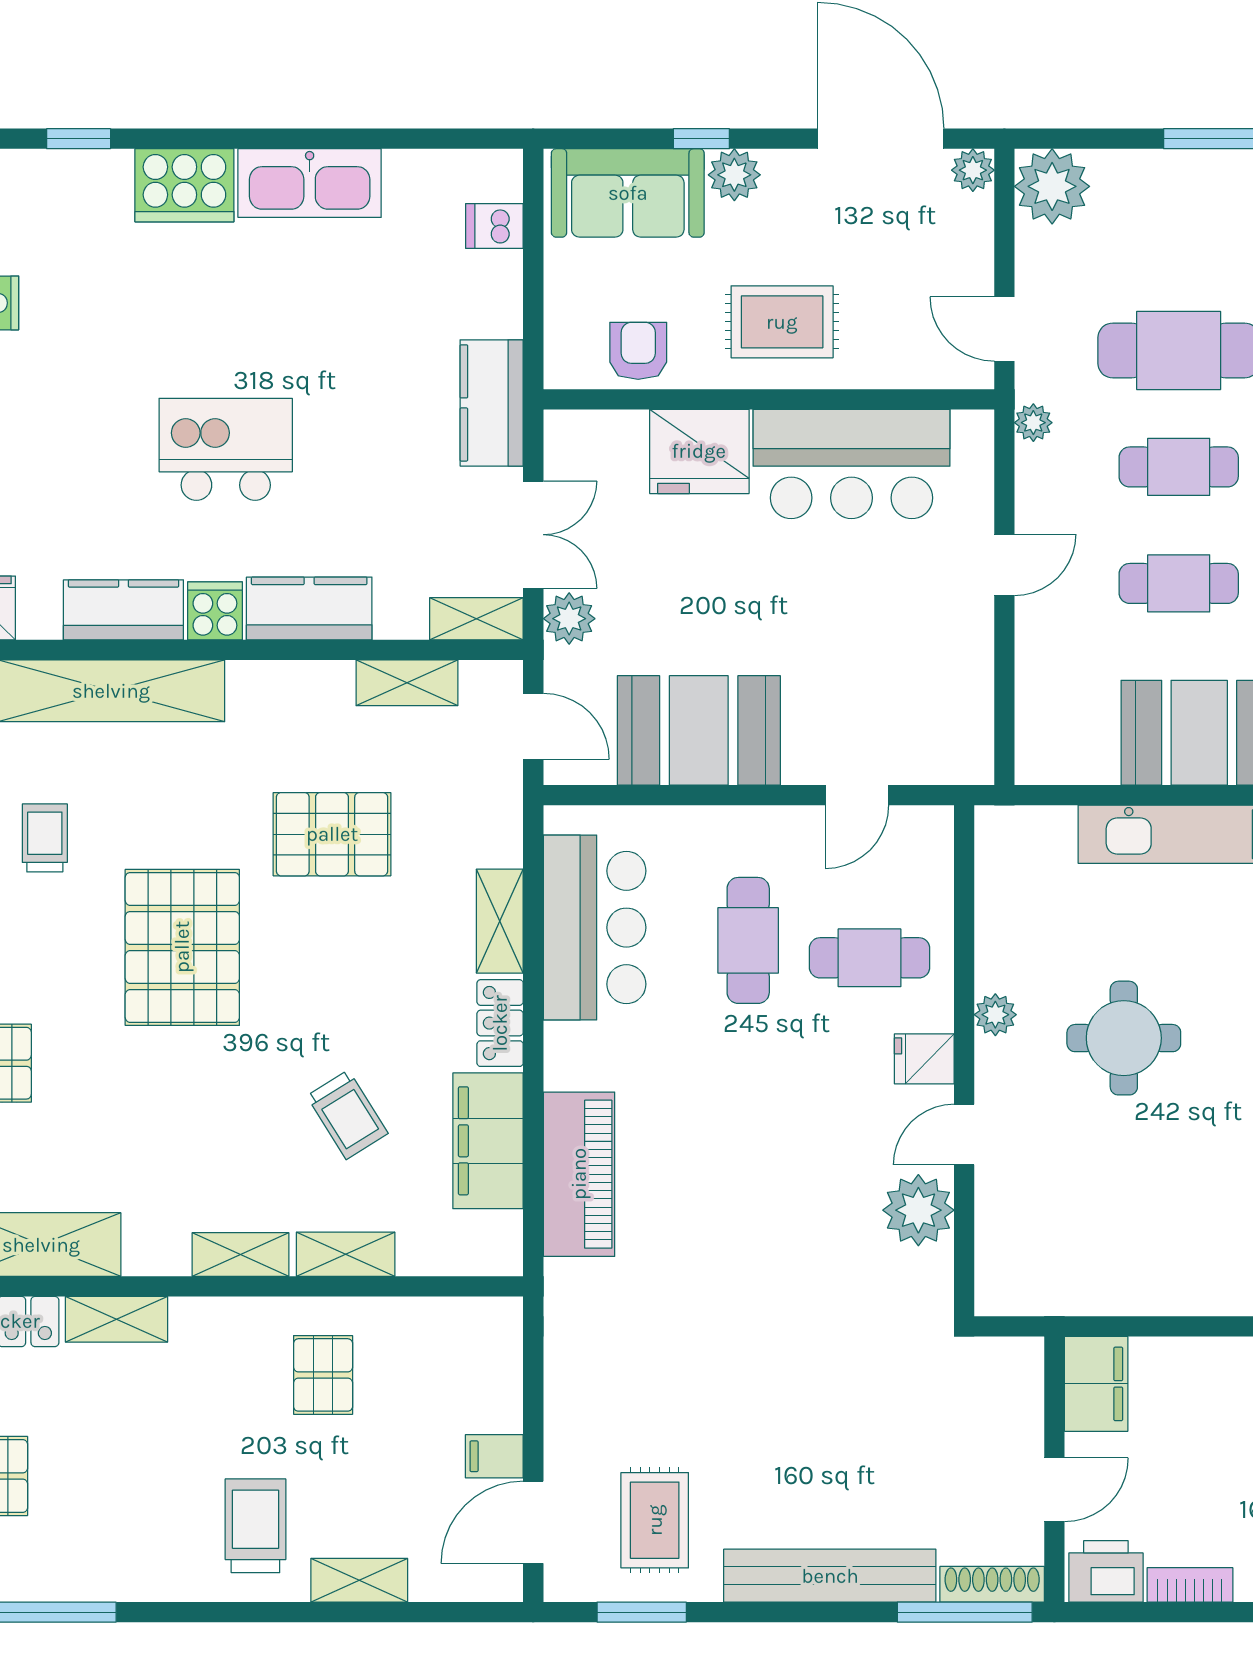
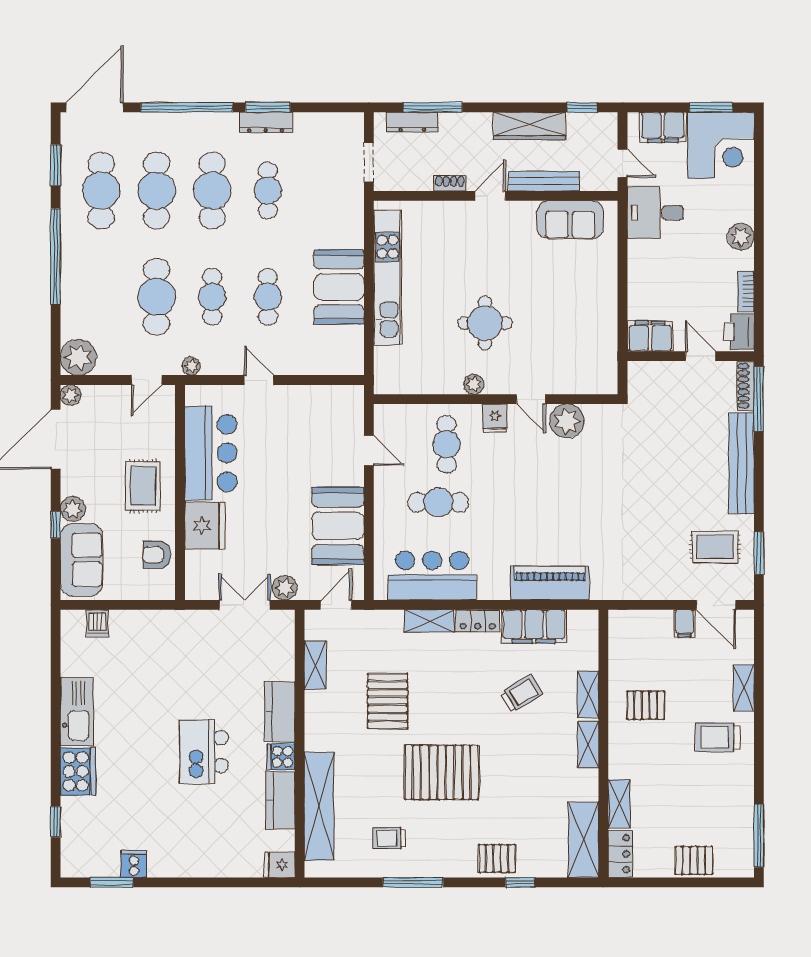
kitchen counter: (492, 403) -> (182, 625), removed
shelving: (476, 619) -> (285, 632), removed

